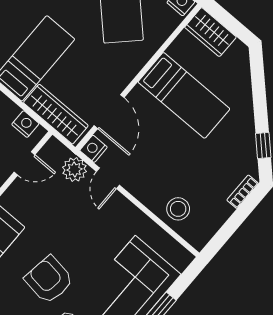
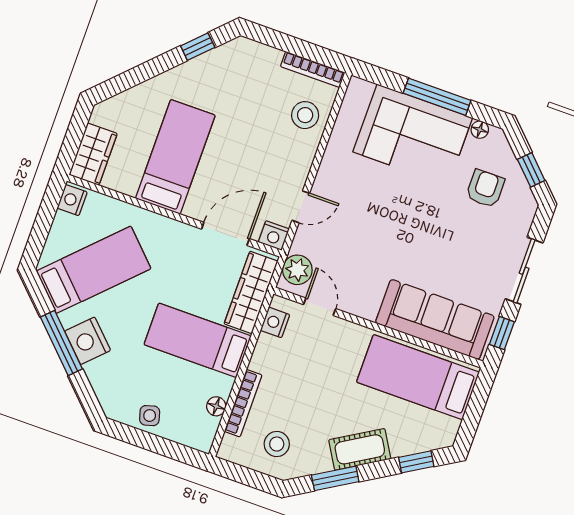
plant: (74, 169) -> (297, 270), moved
bookcase: (243, 192) -> (313, 69), moved, width x1.56
armchair: (49, 280) -> (440, 230), removed

